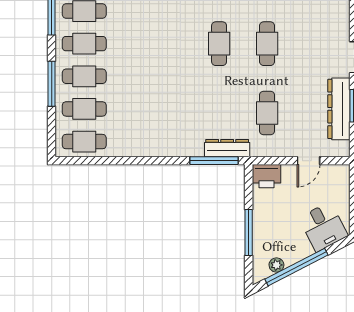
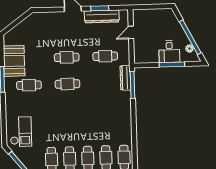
door: (308, 161) -> (131, 32), swing flipped
printer: (266, 176) -> (140, 55), removed
desk: (323, 227) -> (169, 52), moved, turned 117

